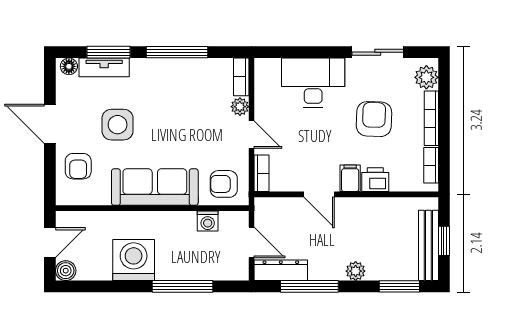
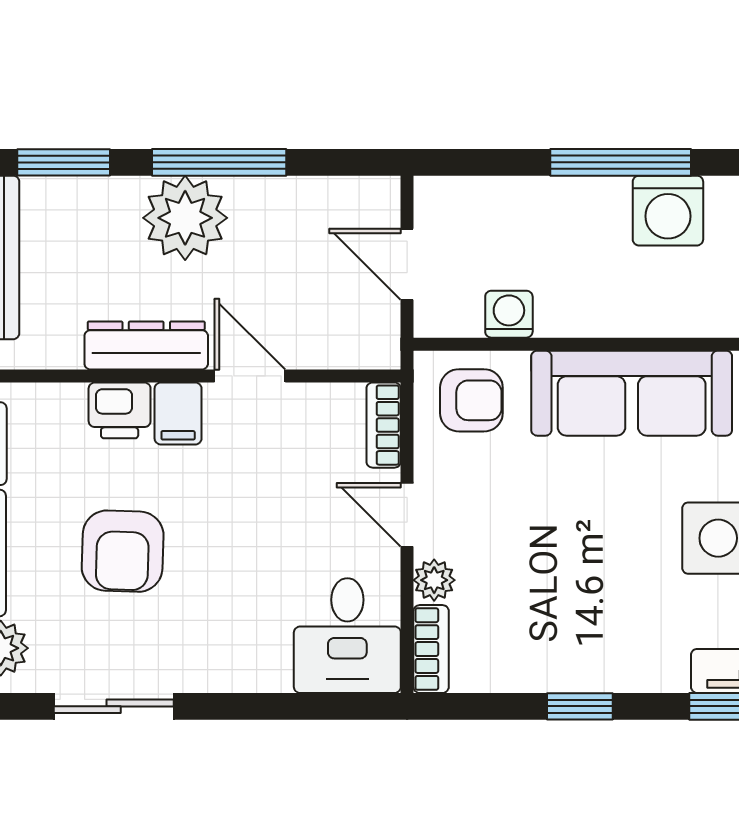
window: (177, 52) -> (580, 706), width x0.46
desk: (313, 83) -> (347, 636), moved, width x0.73
washing machine: (134, 260) -> (668, 211), width x0.73, depth x0.73
dresser: (281, 270) -> (146, 345), moved, turned 180
plant: (356, 271) -> (185, 218), width x1.88, depth x1.88
window: (182, 286) -> (621, 162), moved
window: (309, 286) -> (219, 162), moved

